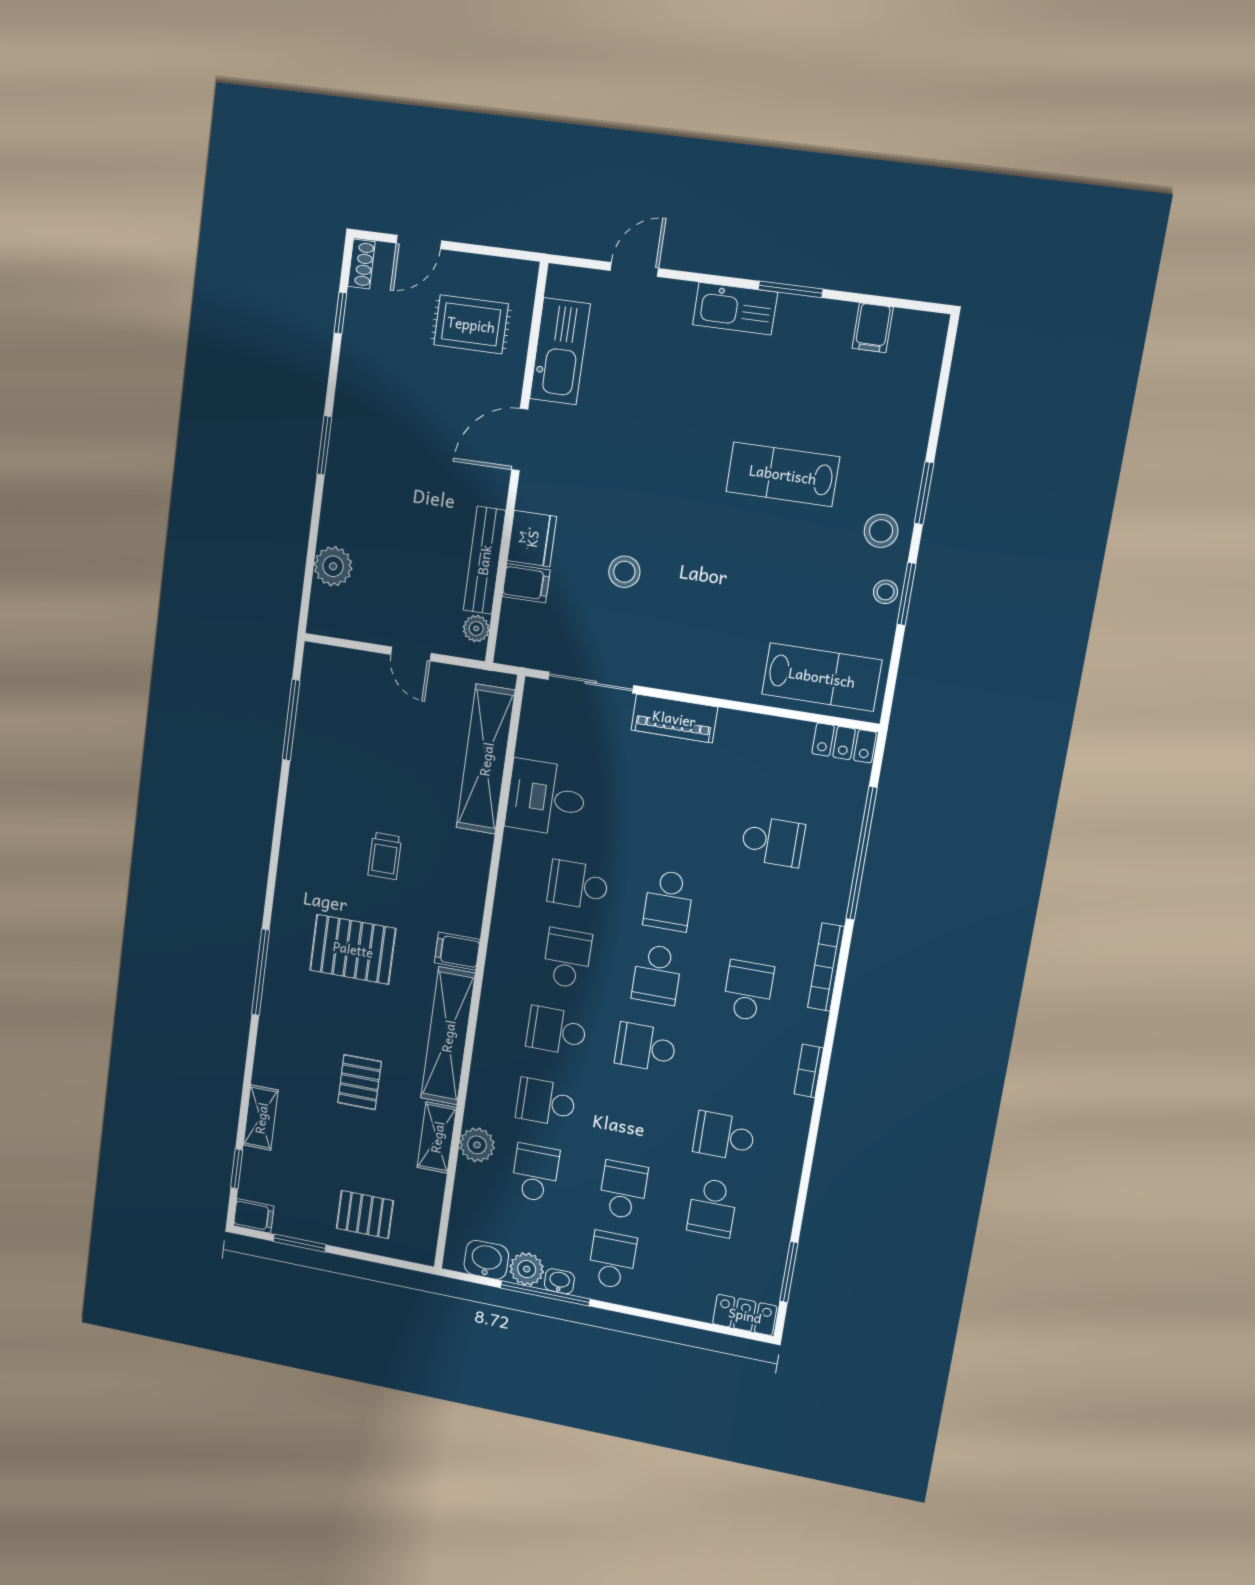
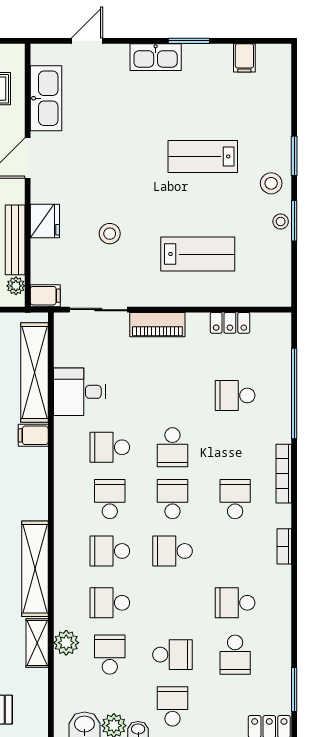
filing cabinet: (526, 583) -> (45, 296), moved
lab bench: (822, 677) -> (198, 254), moved
locker: (844, 743) -> (230, 323), moved
school desk: (773, 841) -> (235, 395), turned 180
filing cabinet: (457, 951) -> (33, 435), moved
school desk: (657, 974) -> (172, 499), turned 180
school desk: (623, 1190) -> (172, 655), turned 90

